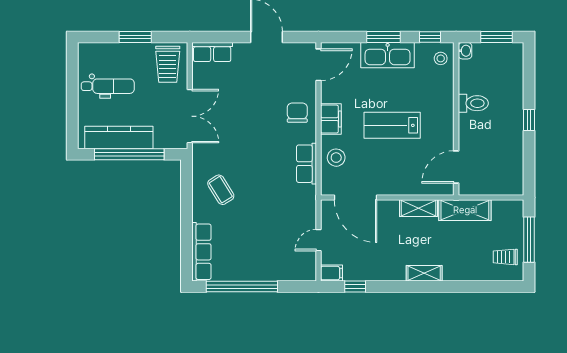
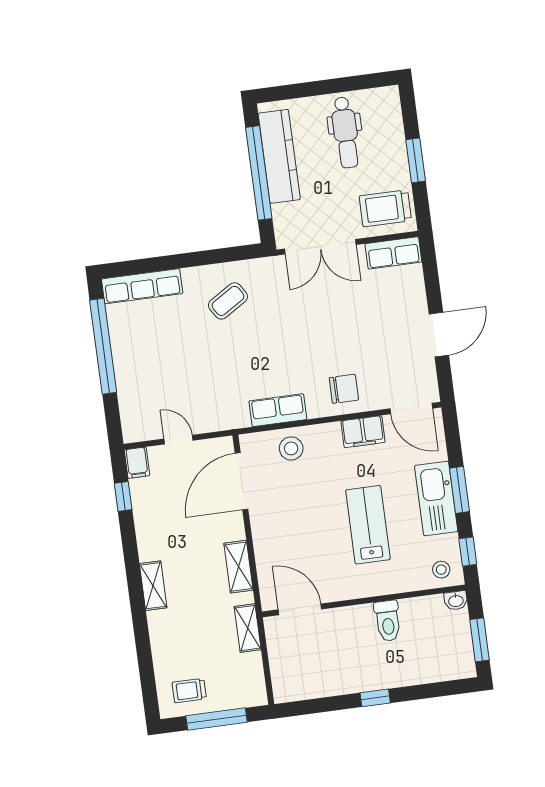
row of seats: (212, 52) -> (393, 253), moved, turned -90
filing cabinet: (331, 119) -> (363, 432), moved
lab bench: (392, 125) -> (368, 525), moved
shelving: (465, 210) -> (248, 628), width x0.67, depth x0.75
trolley: (505, 257) -> (189, 691), turned -90

